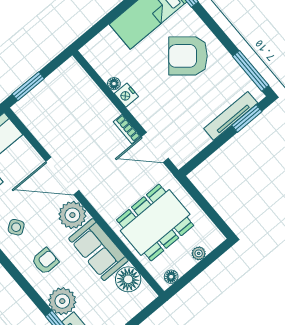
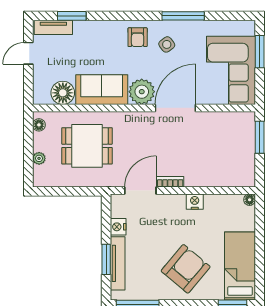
floor lamp: (114, 84) -> (250, 200), moved
window: (247, 118) -> (106, 259), moved
nightstand: (200, 141) -> (118, 227), added
dining table: (155, 223) -> (87, 146), width x0.73
armchair: (45, 261) -> (138, 37), moved
plant: (62, 301) -> (87, 33), removed

